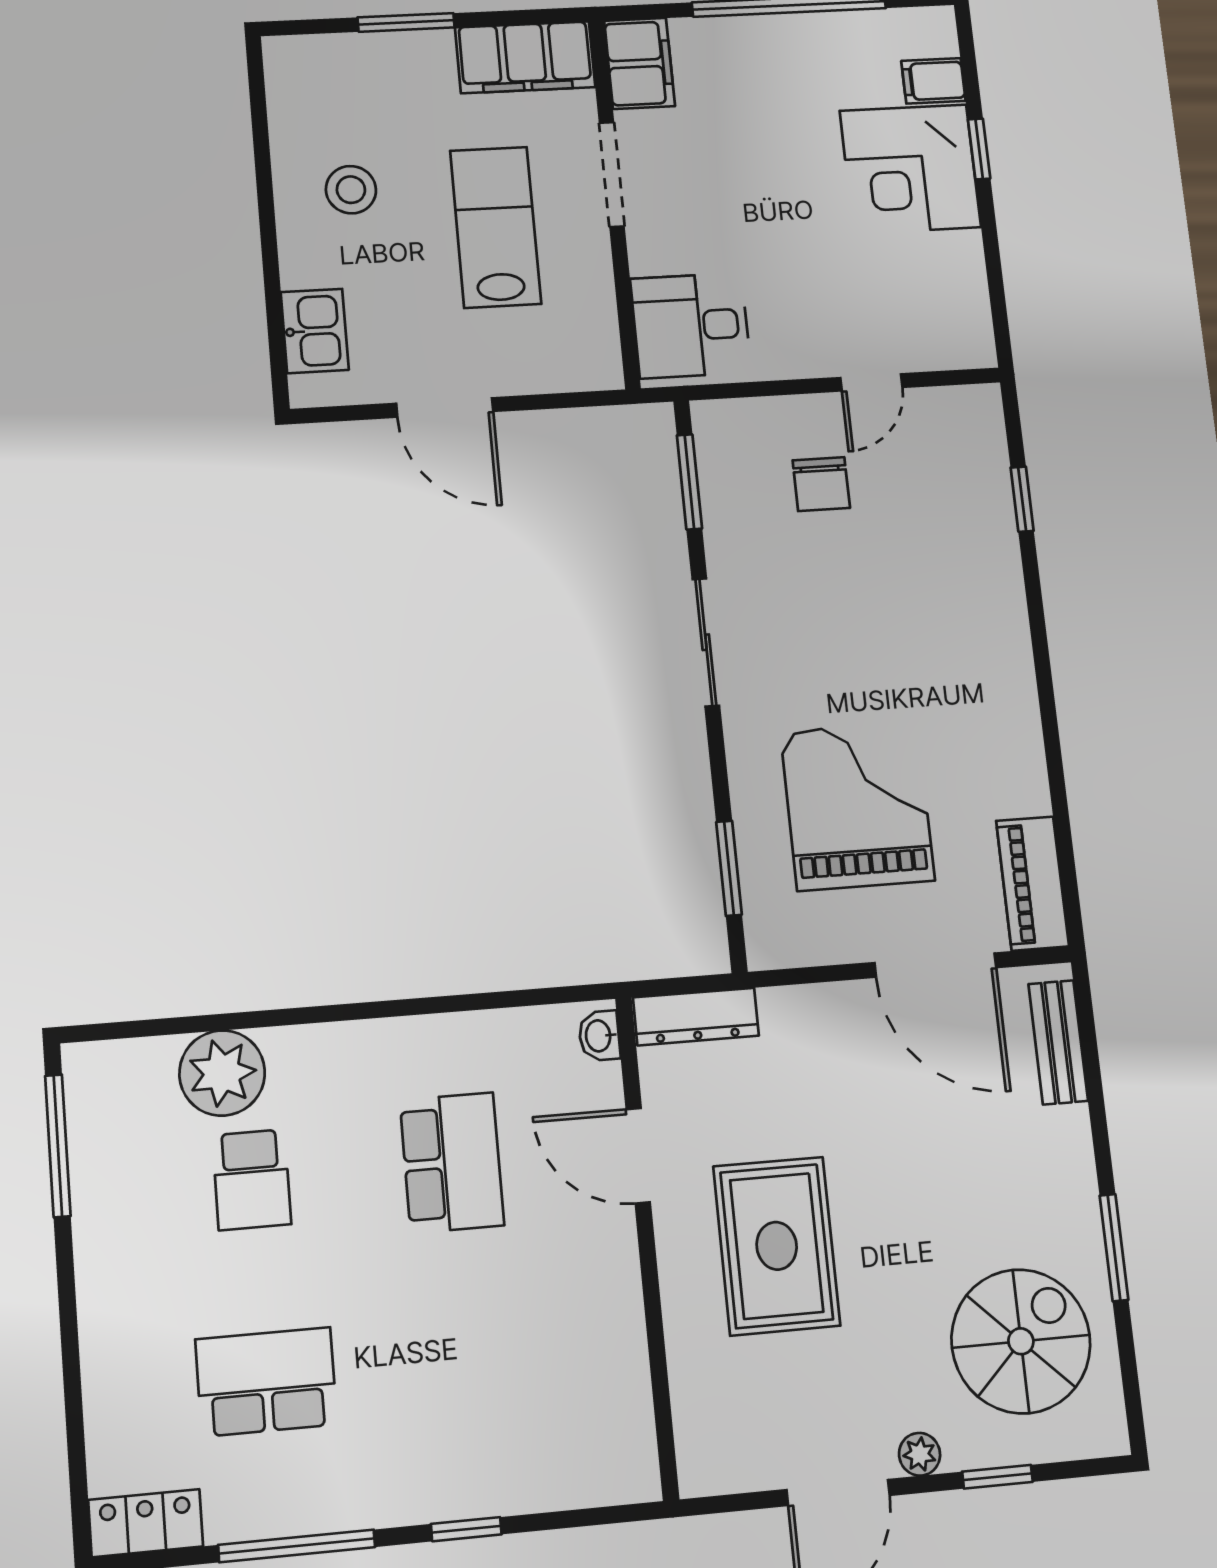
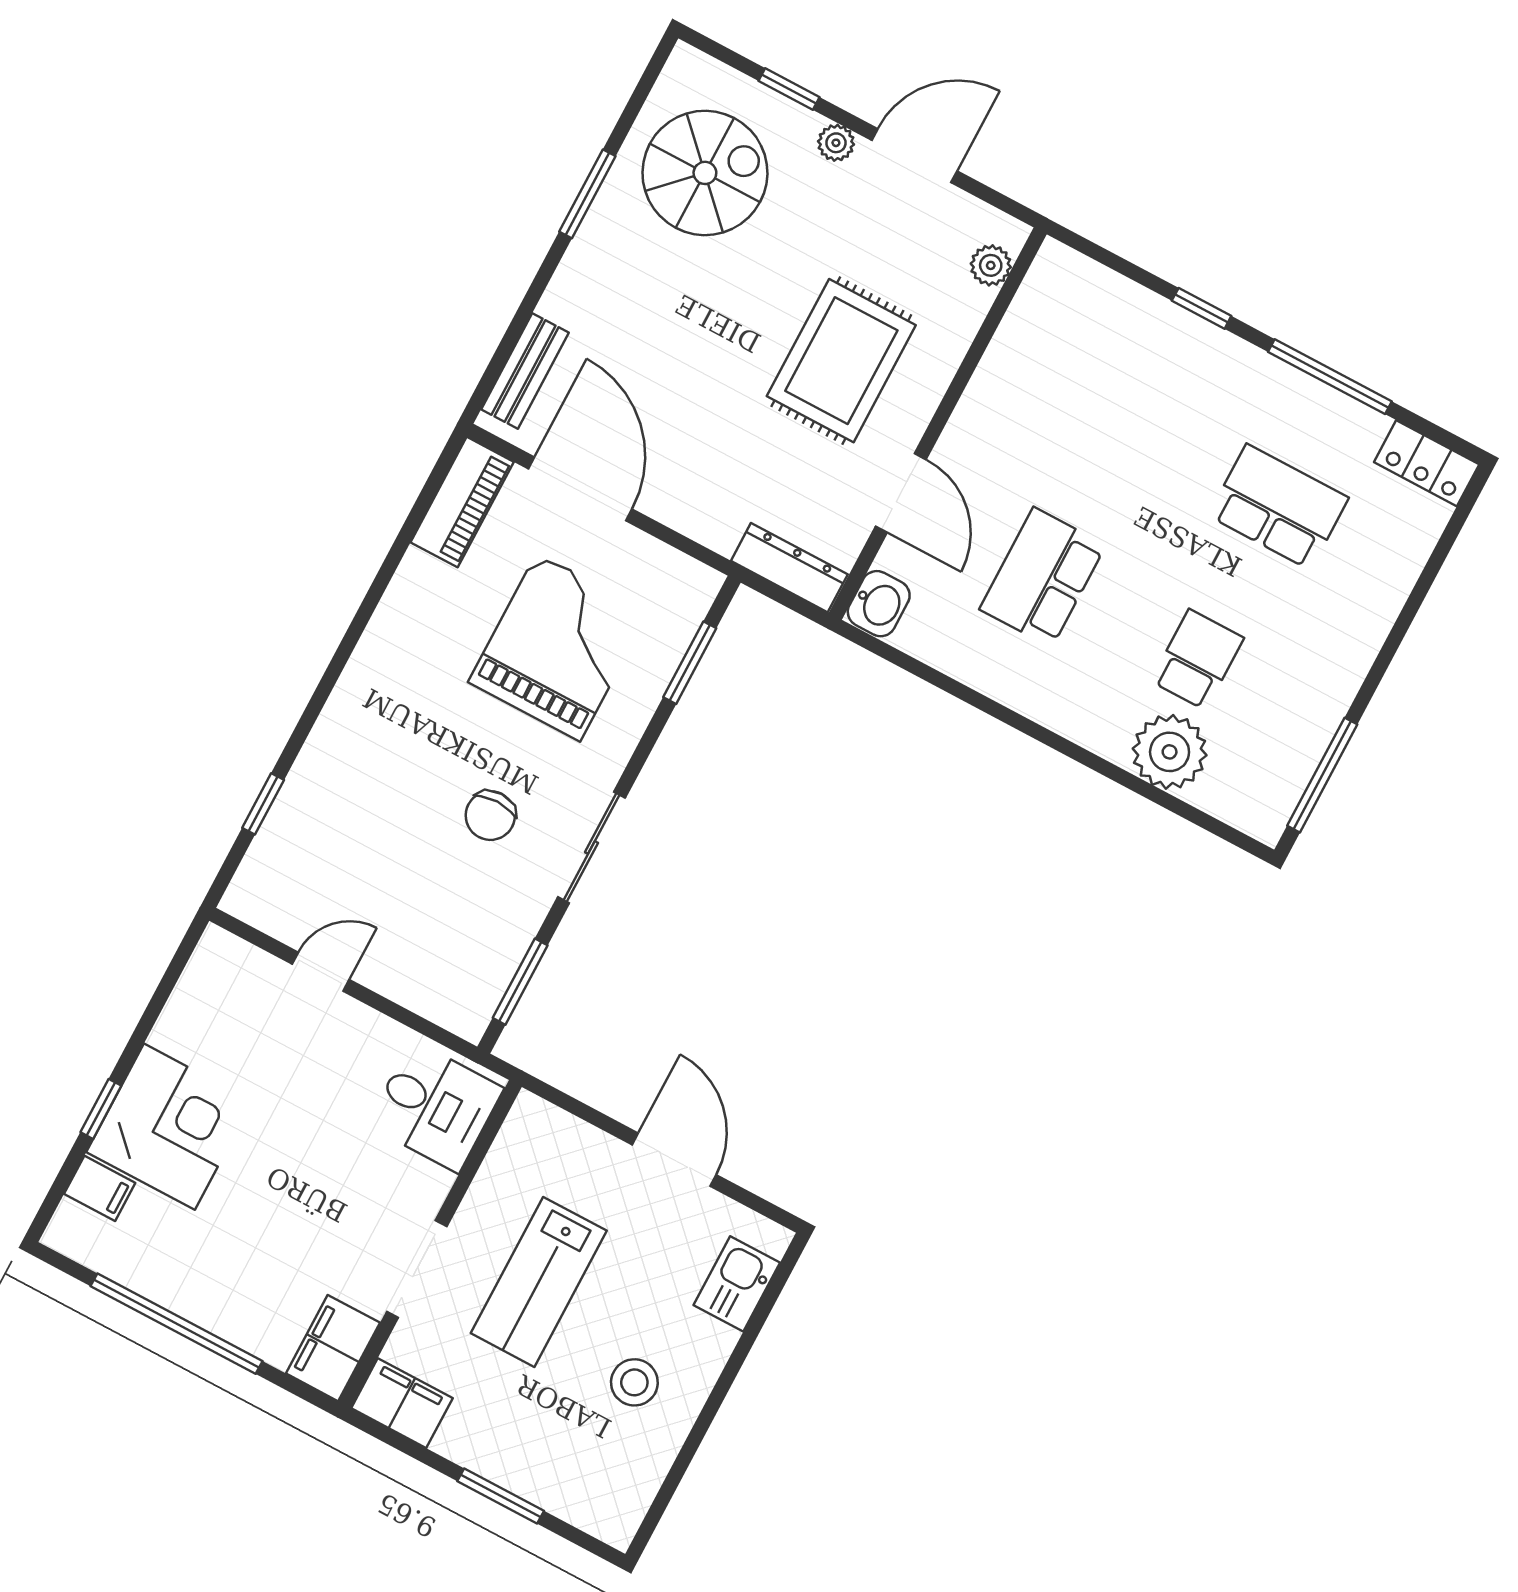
filing cabinet: (525, 57) -> (402, 1403), width x0.67, depth x0.86
chair: (821, 484) -> (490, 816), moved, turned 180
grand piano: (857, 806) -> (558, 647), turned 180
washbasin: (599, 1036) -> (879, 604), width x1.38, depth x1.45
spiral stairs: (1021, 1341) -> (705, 173), turned 180
school desk: (266, 1382) -> (1278, 507), turned 180
plant: (696, 1434) -> (991, 265), added

